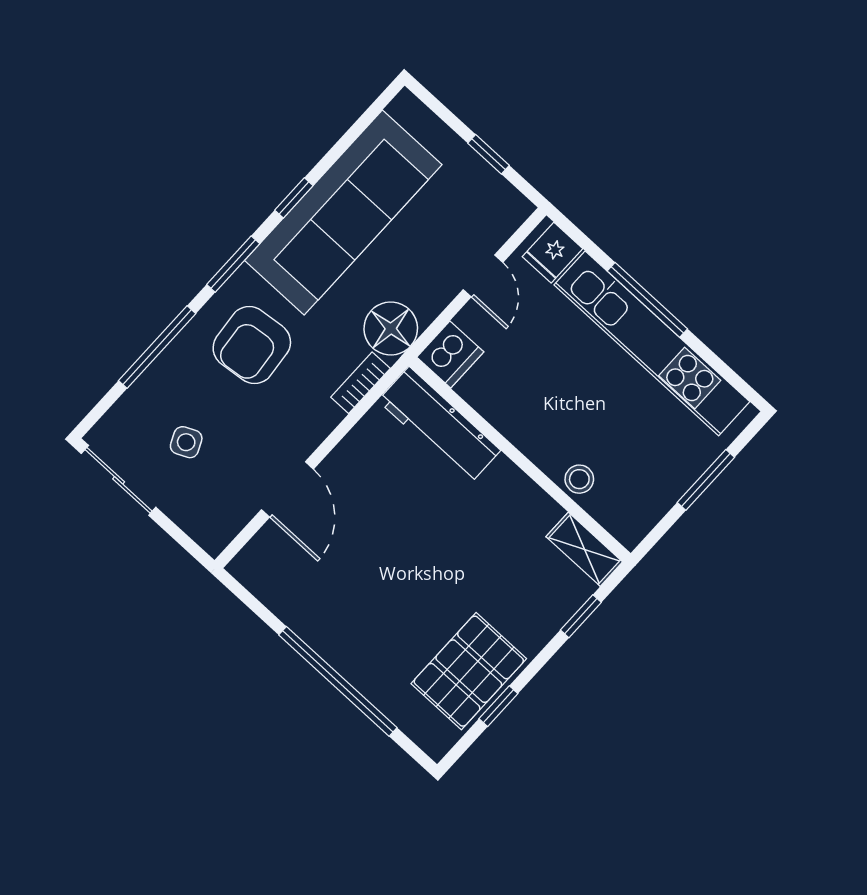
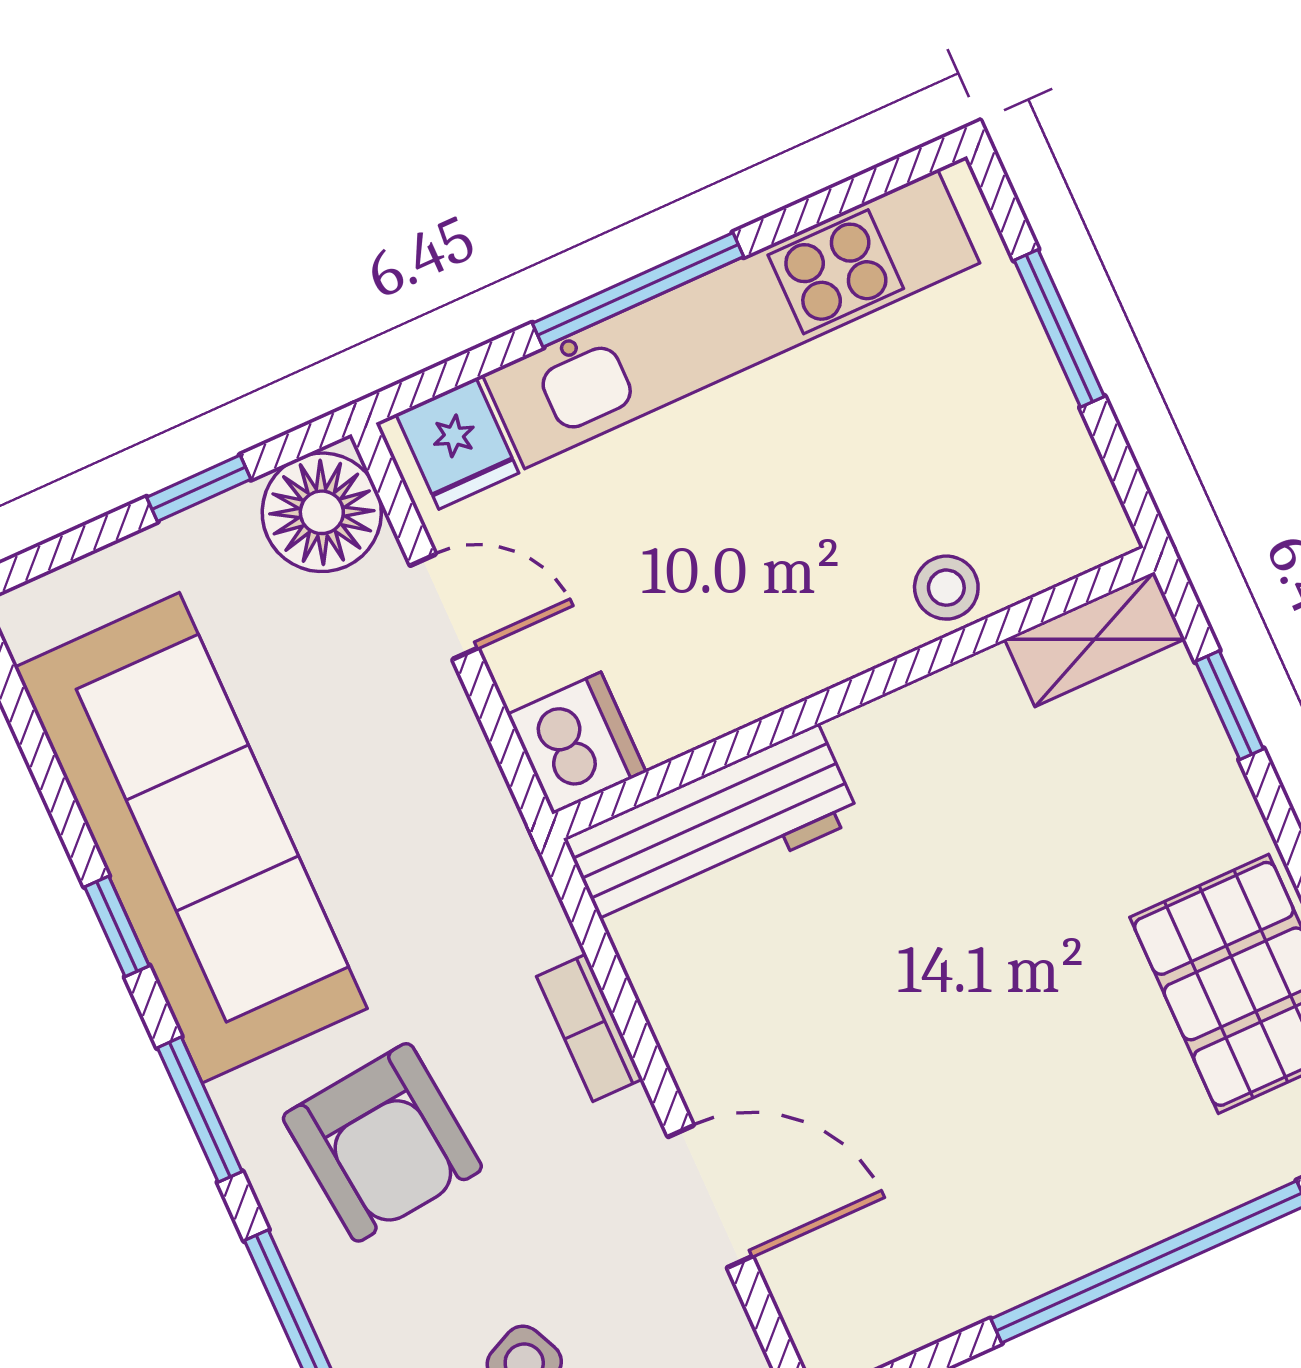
floor lamp: (391, 329) -> (322, 512), moved
bookcase: (360, 383) -> (590, 1028), moved

